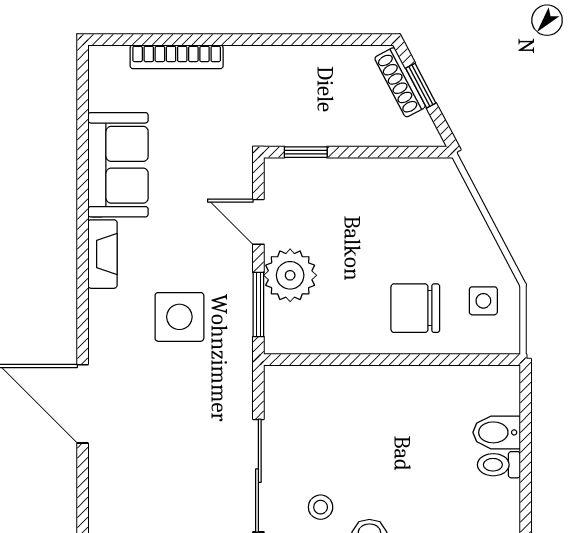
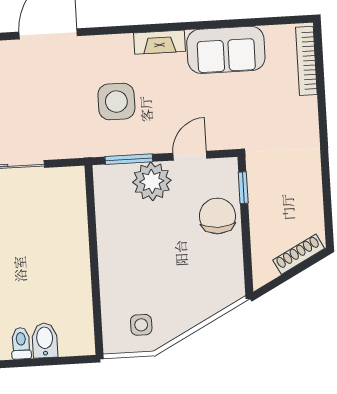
bookcase: (177, 57) -> (306, 61), moved
window: (421, 86) -> (297, 270), removed
chair: (415, 308) -> (217, 216), moved

